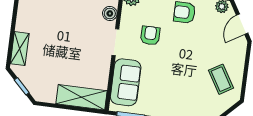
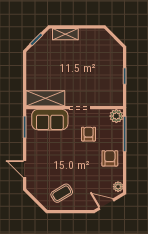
boiler: (110, 14) -> (102, 101), removed
armchair: (150, 35) -> (89, 134), turned -90
shelving: (81, 97) -> (45, 98), moved, turned 90

